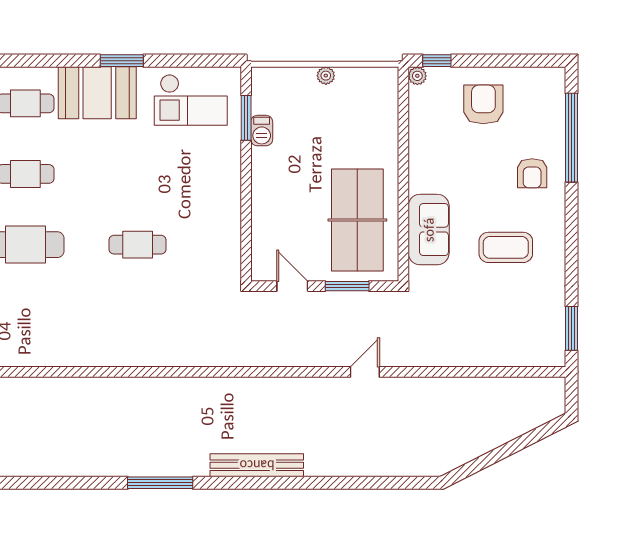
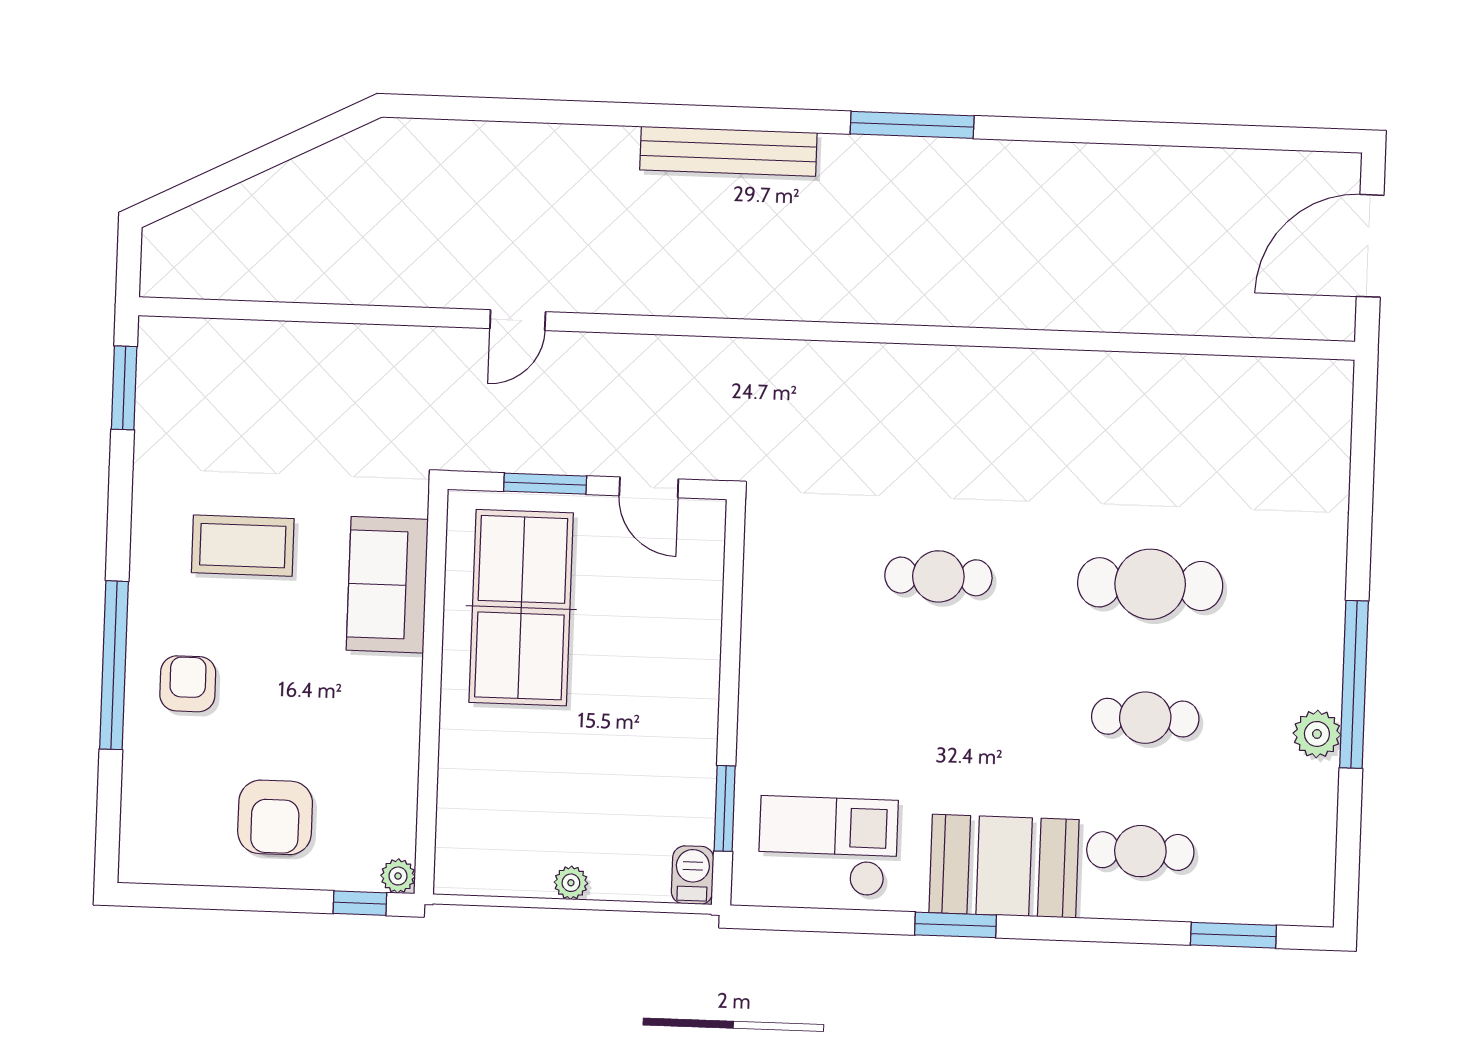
barbecue: (262, 131) -> (693, 875), moved
window: (572, 138) -> (114, 665), moved

